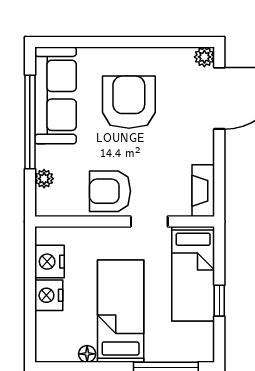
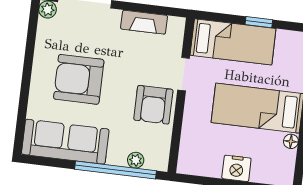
window: (30, 122) -> (116, 170), moved
fireplace: (203, 191) -> (144, 22), moved
nightstand: (49, 262) -> (208, 164), removed

